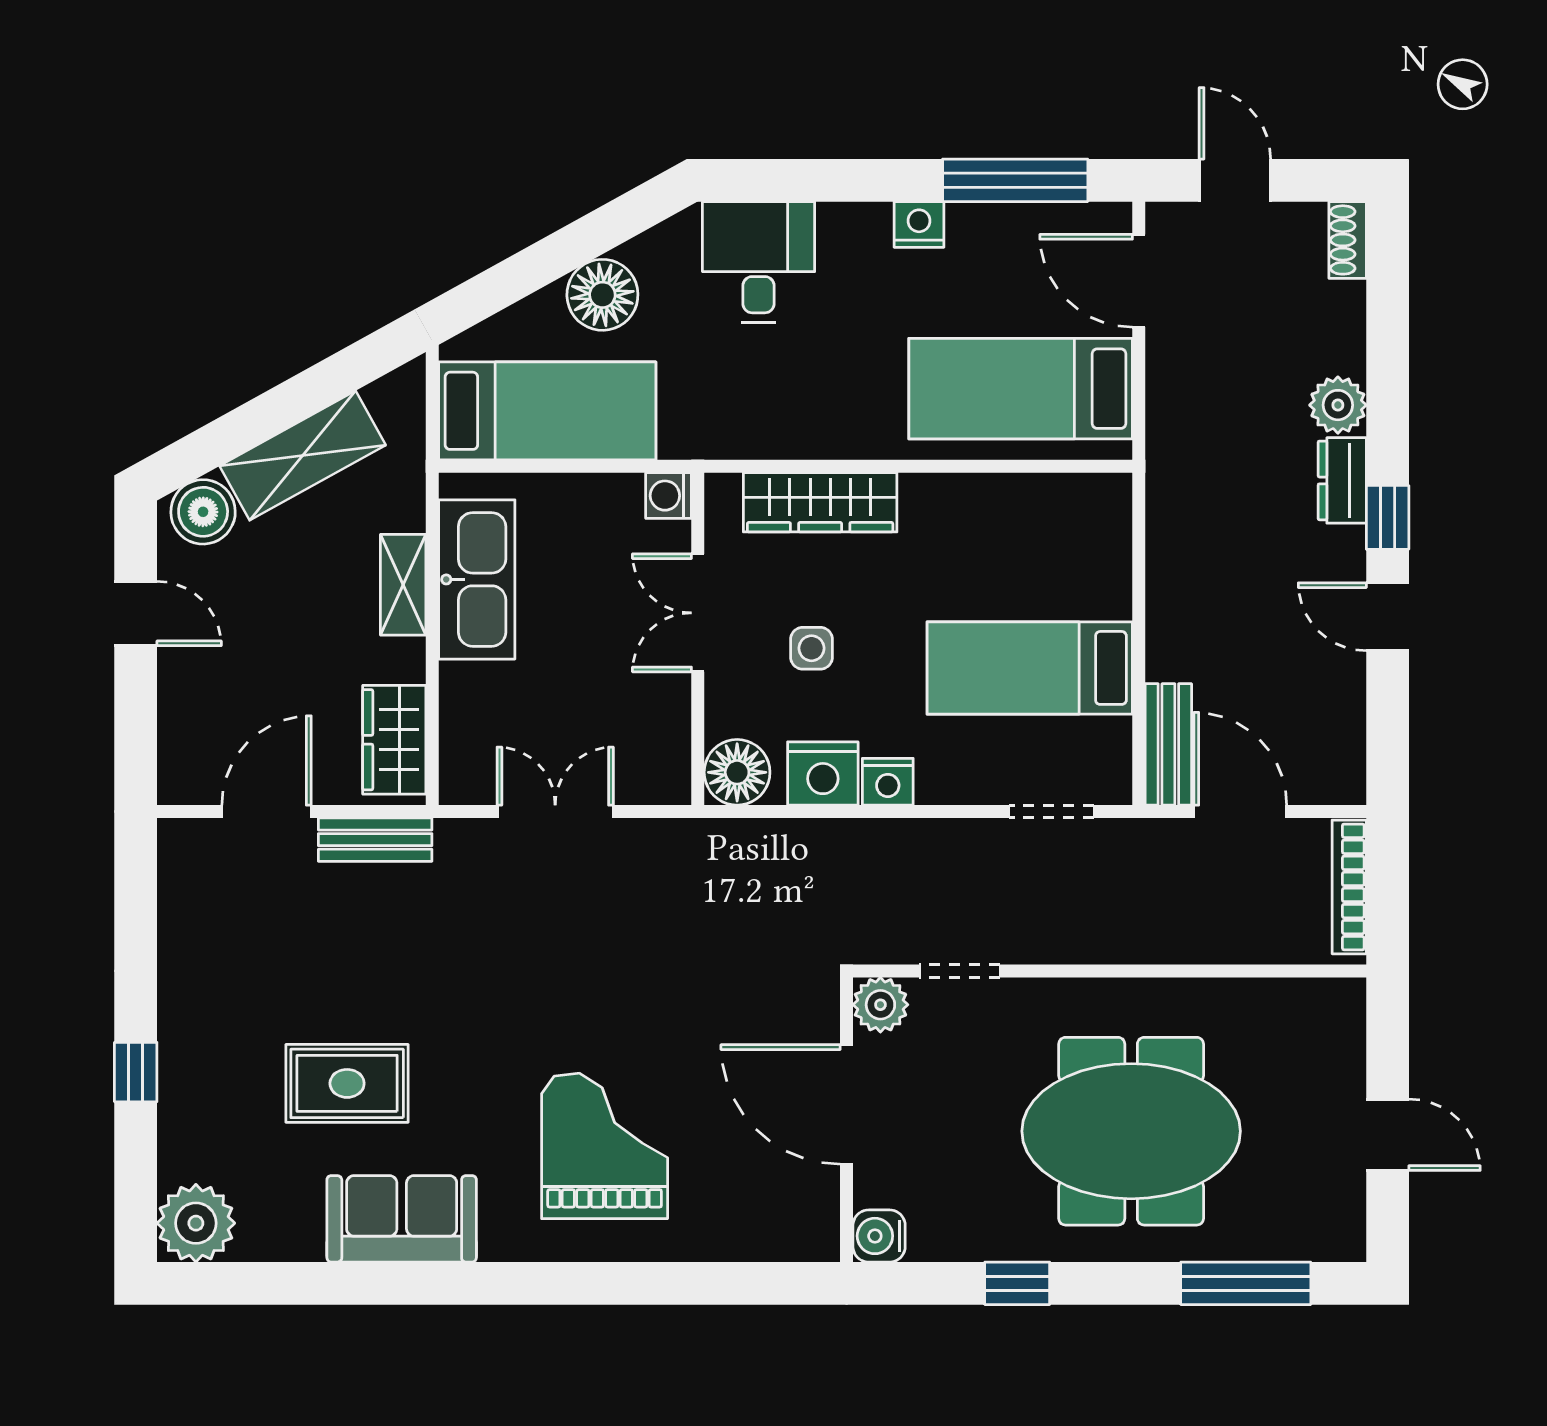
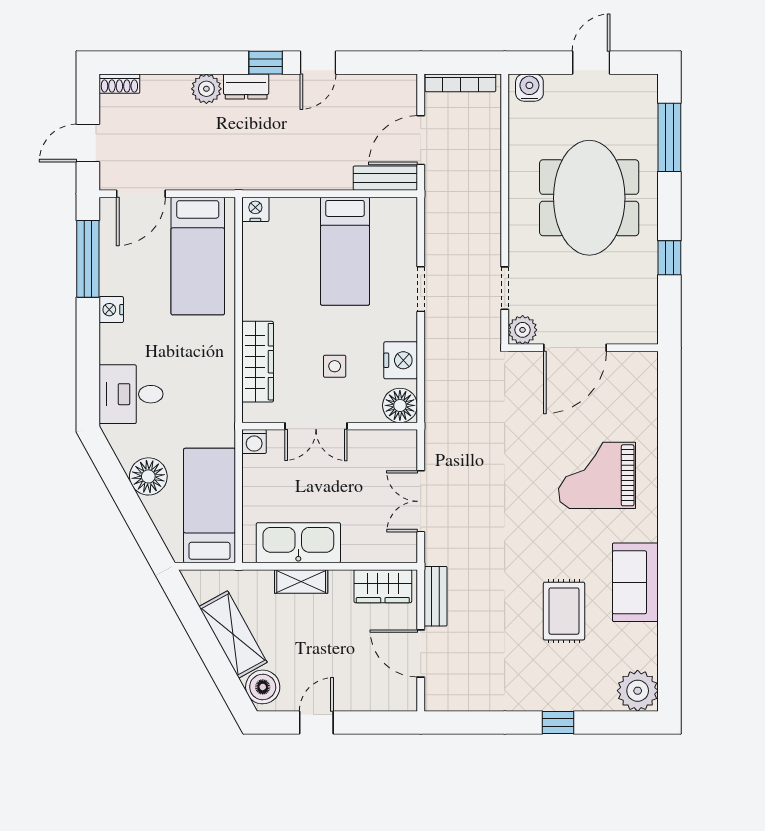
nightstand: (888, 782) -> (255, 209), moved, turned -90
doorway: (1052, 812) -> (421, 289), moved
water cooler: (879, 1236) -> (529, 88), moved, turned 180

